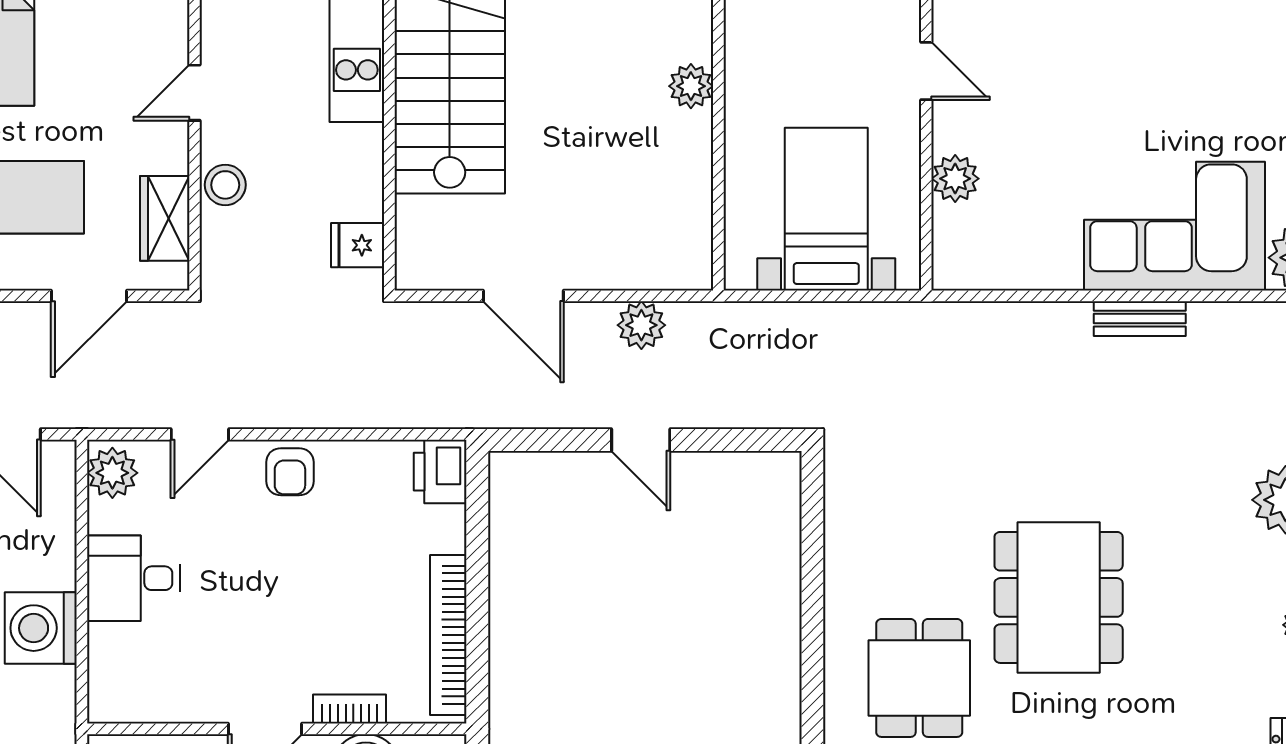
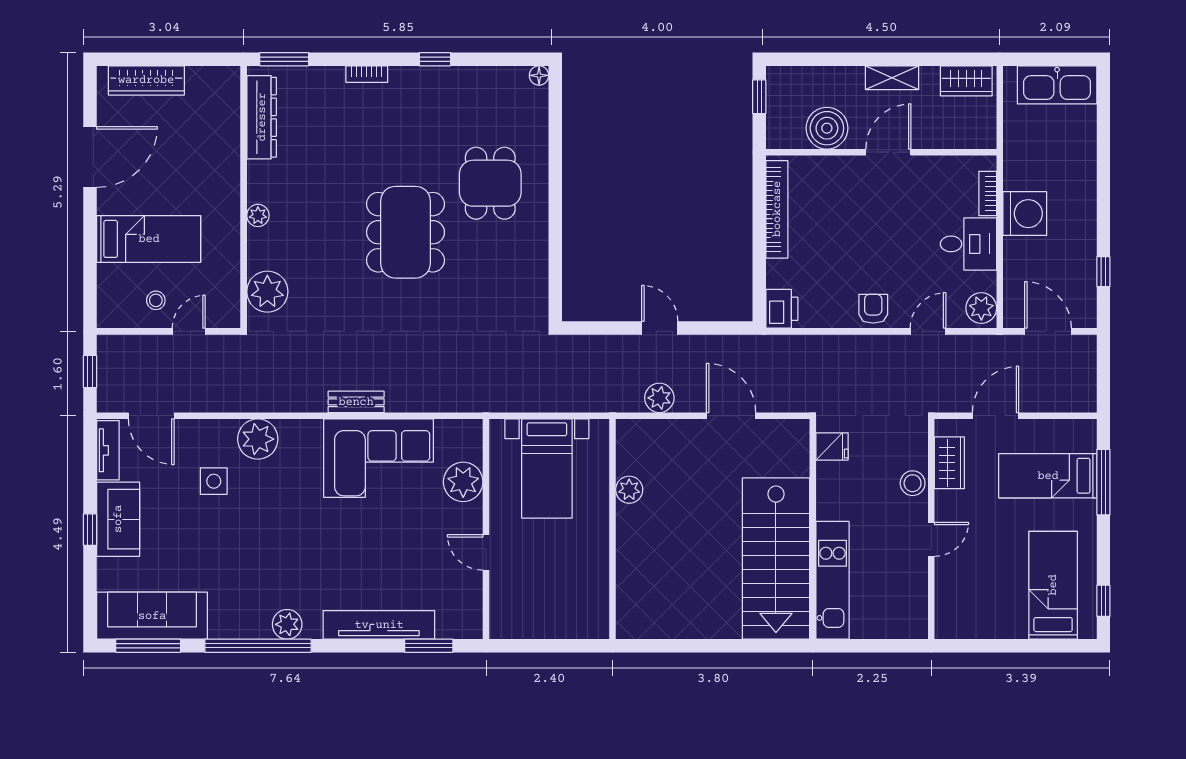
plant: (691, 86) -> (629, 490), moved
plant: (955, 179) -> (463, 482), width x1.36, depth x1.36
corner sofa: (1174, 226) -> (378, 458), moved
bookcase: (349, 709) -> (988, 193), moved, turned 90

